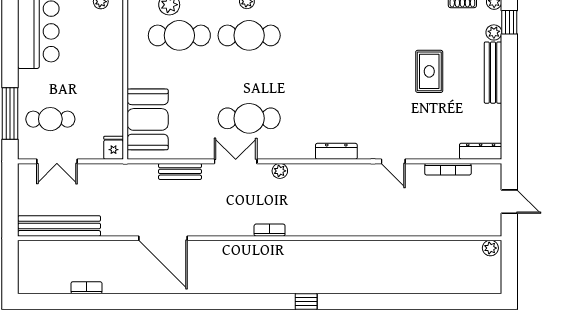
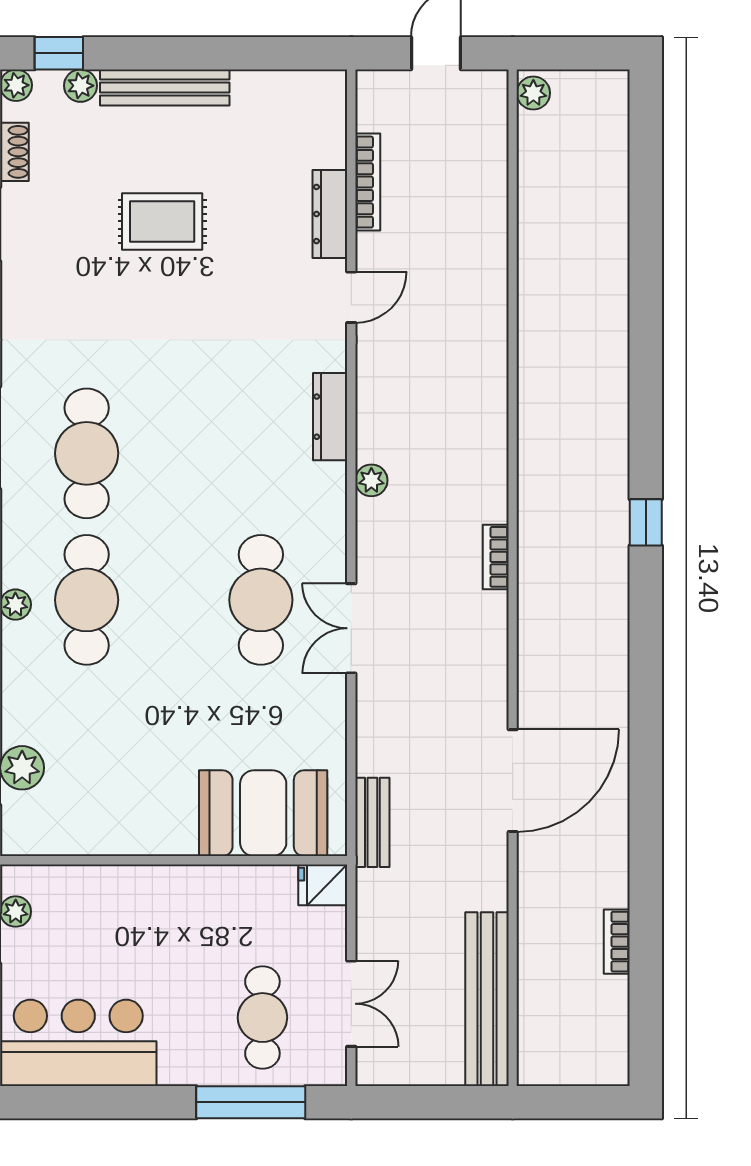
cafe table: (179, 35) -> (87, 453), moved
dresser: (481, 151) -> (330, 214), moved
bench: (180, 171) -> (372, 822), moved
plant: (280, 171) -> (371, 480), moved
window: (306, 302) -> (646, 522), moved

